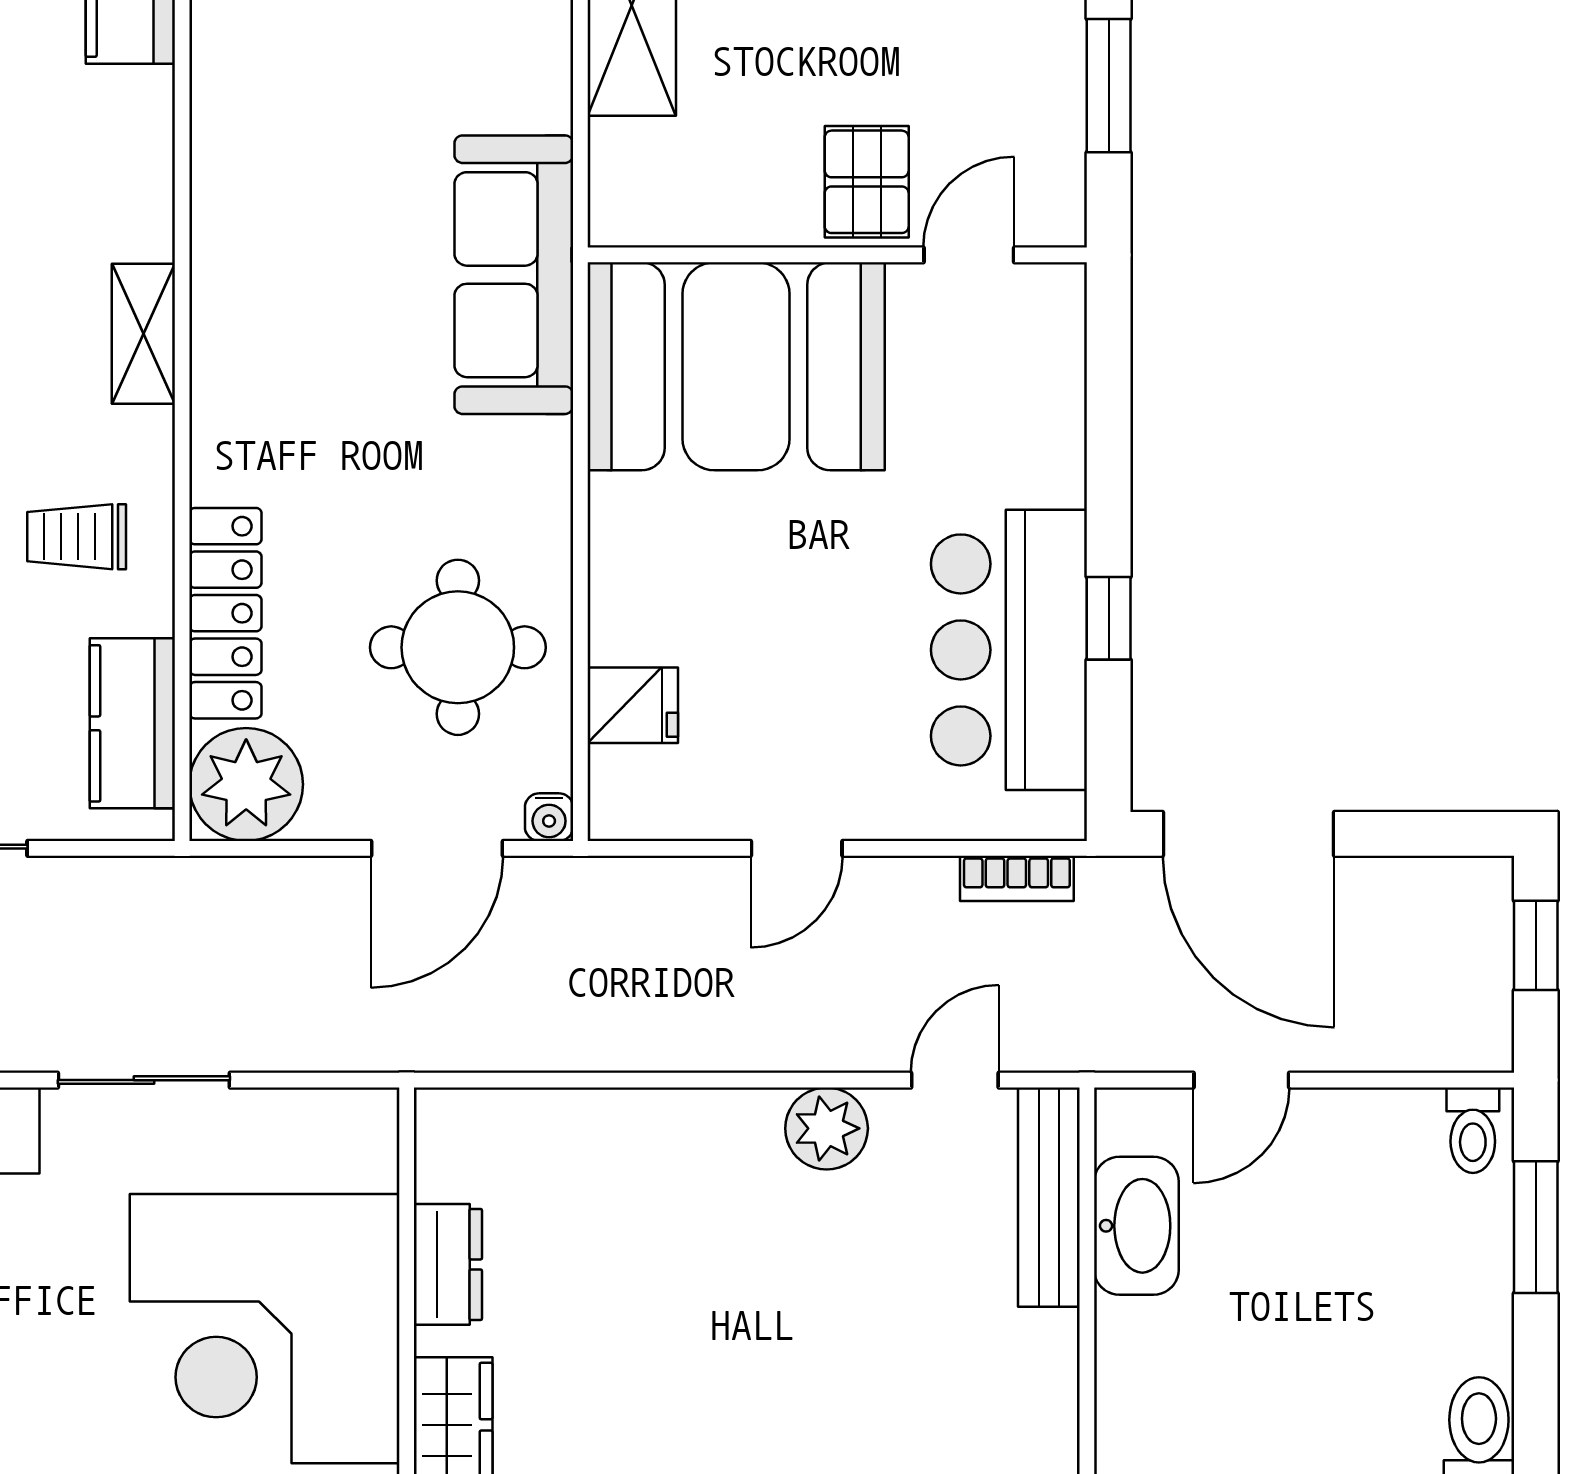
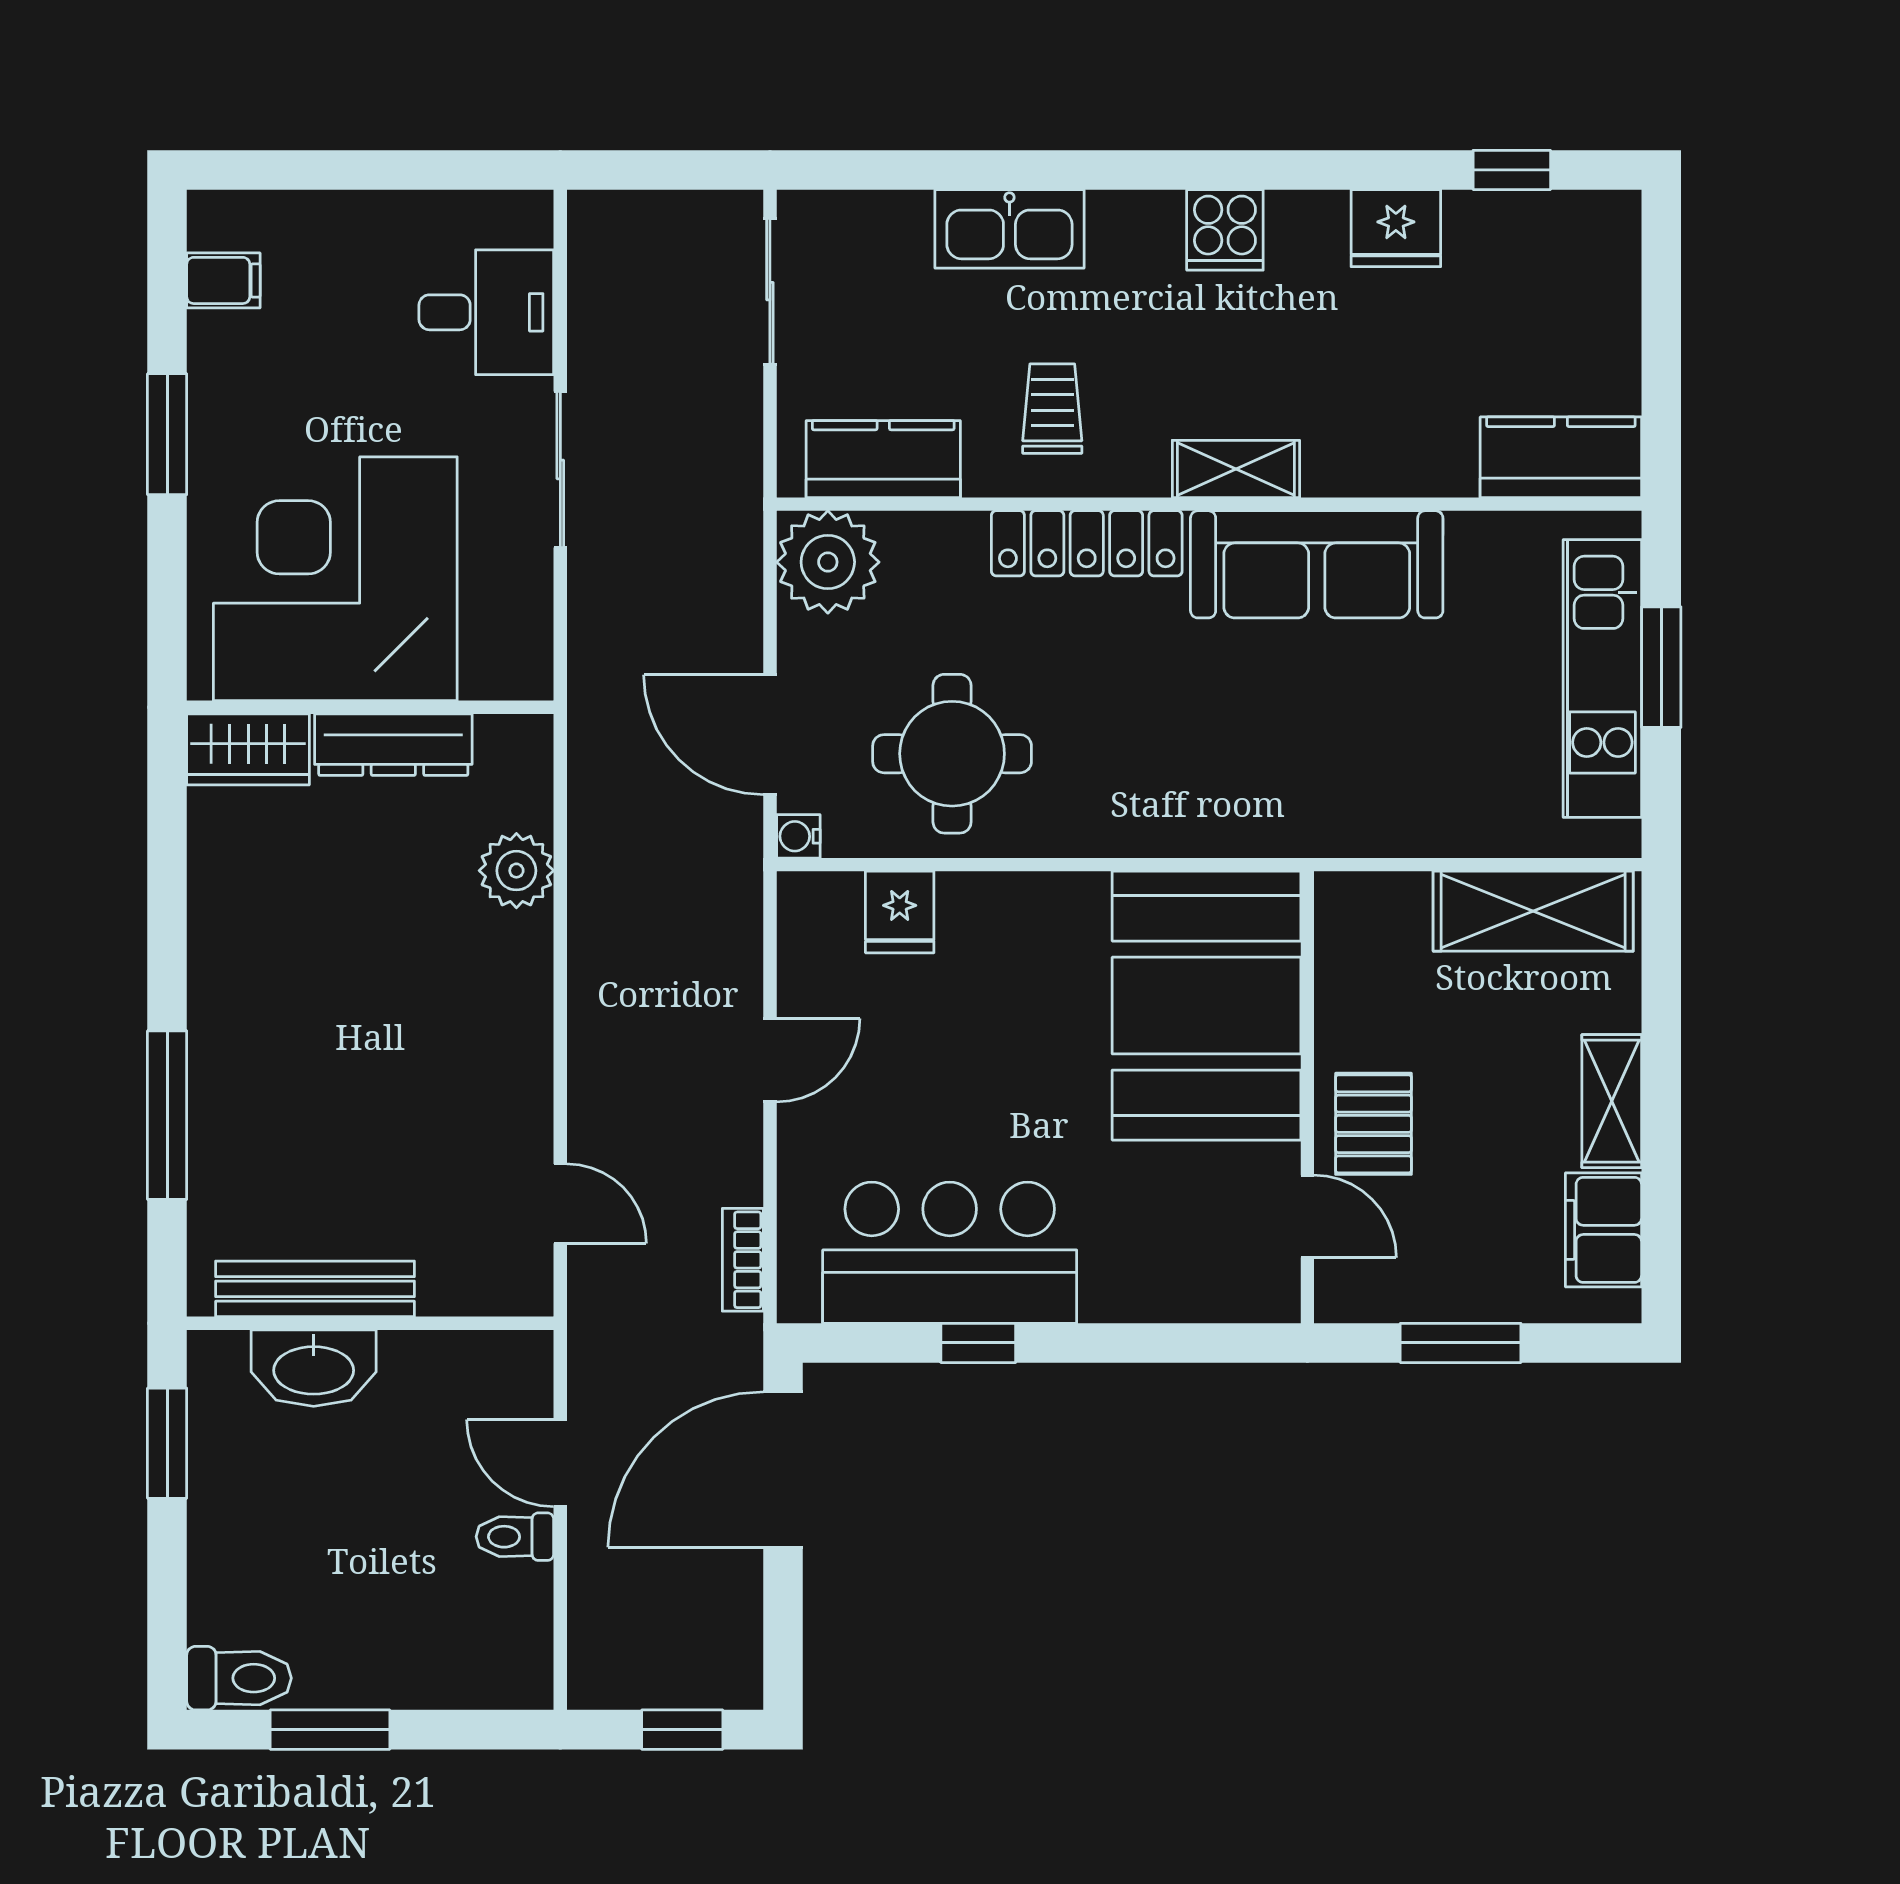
pallet: (867, 182) -> (1373, 1124), turned 90
sofa: (514, 275) -> (1317, 564), moved, turned 180
locker: (225, 613) -> (1087, 543), moved
door: (797, 848) -> (770, 1060), swing flipped
plant: (827, 1128) -> (516, 871), moved
toilet: (1473, 1130) -> (515, 1537), moved
bench: (1049, 1197) -> (315, 1289), moved
washbasin: (1136, 1226) -> (314, 1368), moved
window: (1536, 1227) -> (330, 1730), moved
dresser: (448, 1264) -> (393, 745), width x1.44

